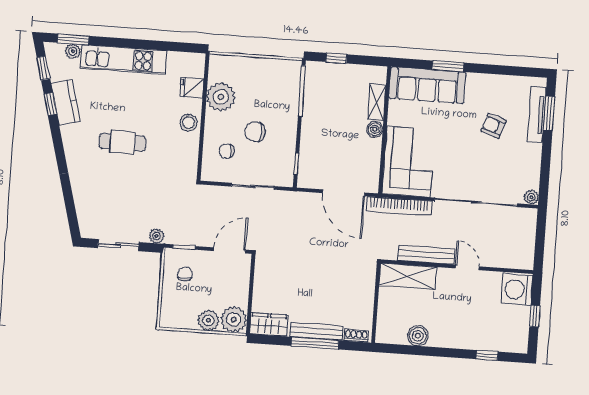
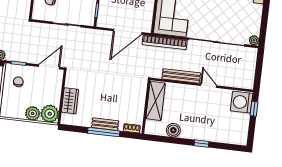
door: (344, 193) -> (128, 32), hinge flipped
shelving: (408, 276) -> (156, 101), moved, turned 90
window: (535, 316) -> (254, 109), moved
wardrobe: (269, 325) -> (70, 101), moved, turned 90
bench: (317, 331) -> (105, 124), width x0.73
window: (487, 355) -> (201, 144), moved

